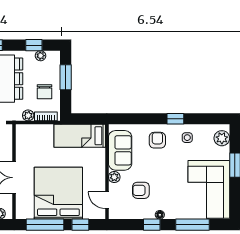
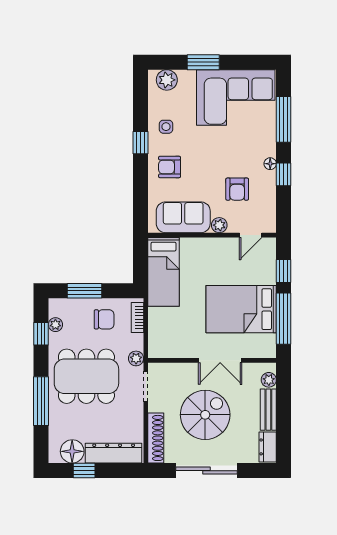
plant: (28, 115) -> (136, 358), moved
bed: (58, 193) -> (241, 309), width x0.73

